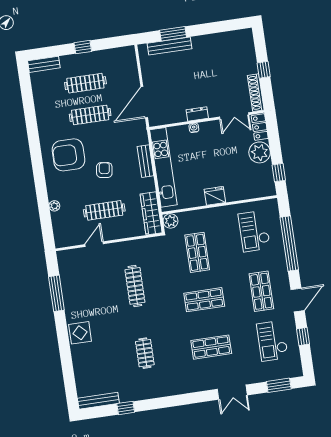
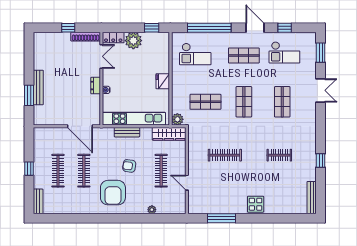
bench: (169, 46) -> (38, 87), moved
window: (126, 408) -> (321, 161), moved

